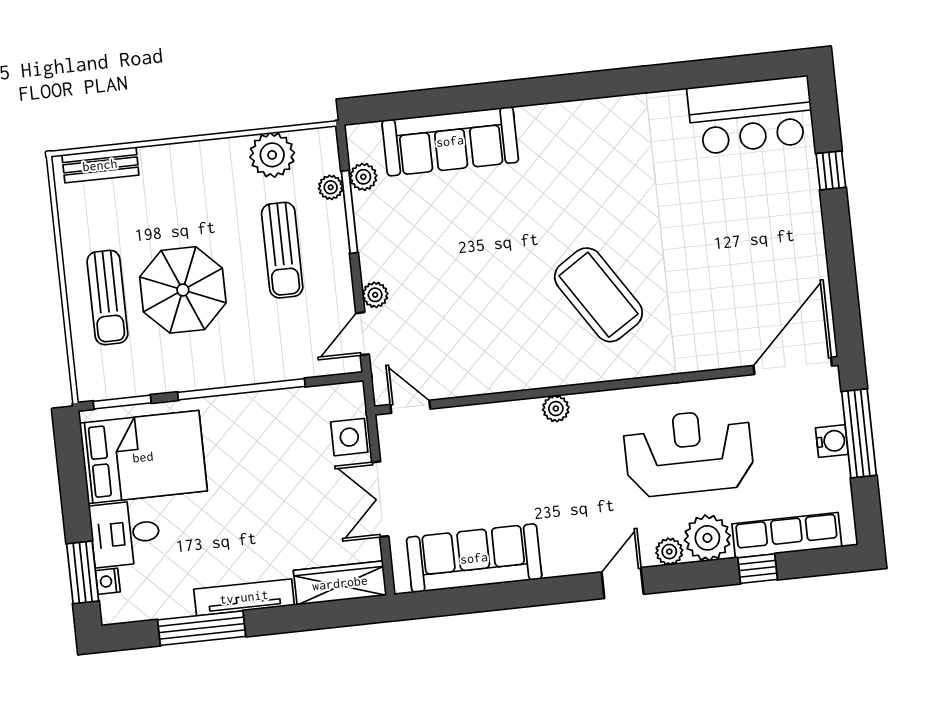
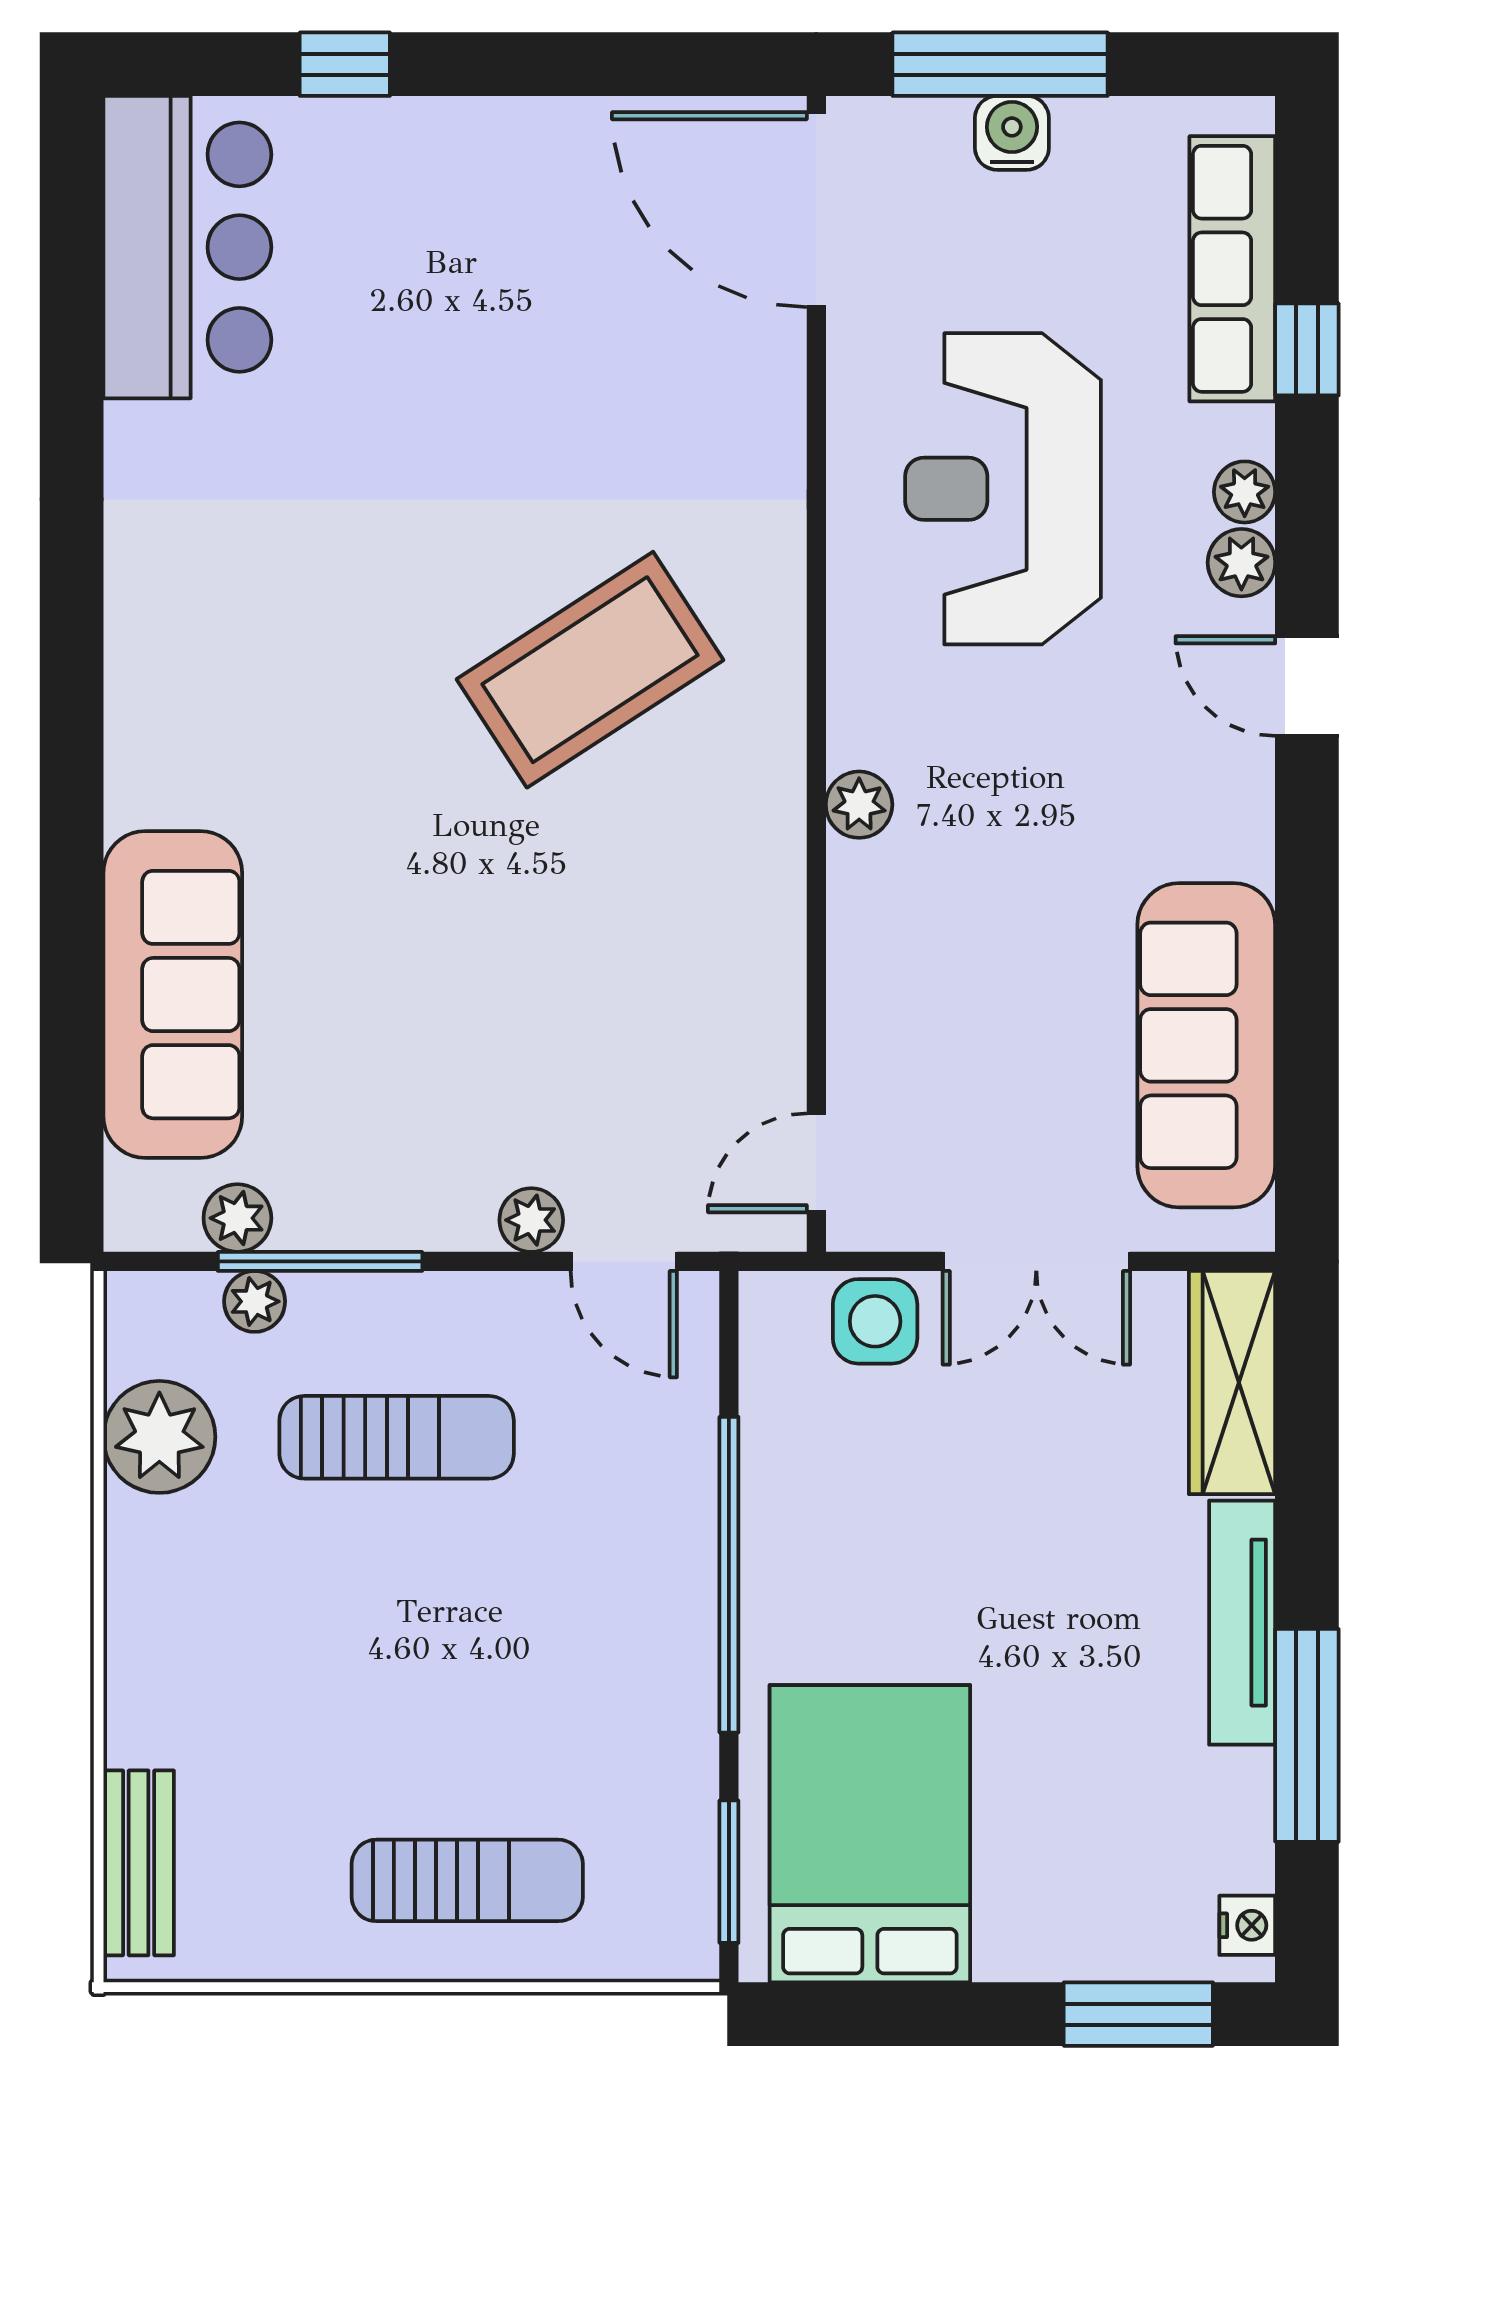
parasol: (183, 290) -> (469, 1693), removed
desk: (125, 534) -> (1054, 1899), removed
plant: (707, 538) -> (1245, 492), width x0.53, depth x0.53
nightstand: (108, 581) -> (1247, 1925), moved, turned -90

